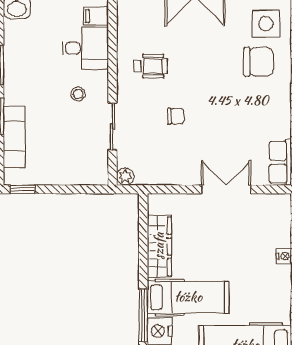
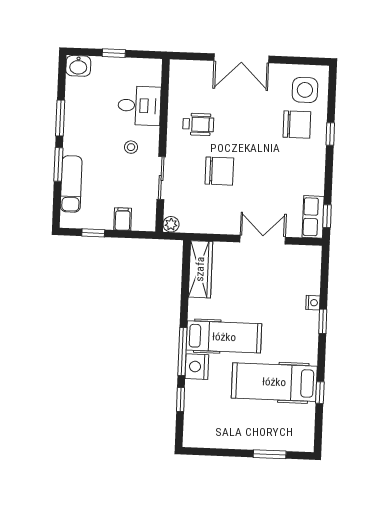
filing cabinet: (96, 16) -> (123, 219), moved, turned 90
chair: (176, 116) -> (219, 171), width x1.87, depth x1.87
window: (23, 189) -> (93, 233), moved
wardrobe: (159, 246) -> (200, 269), moved

